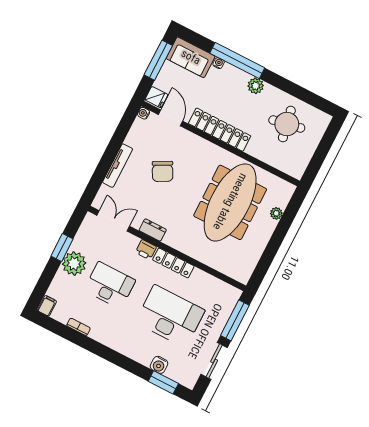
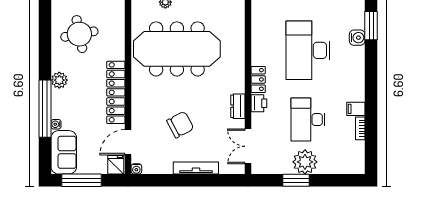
locker: (173, 263) -> (258, 79), width x0.66
filing cabinet: (47, 306) -> (356, 109), moved

